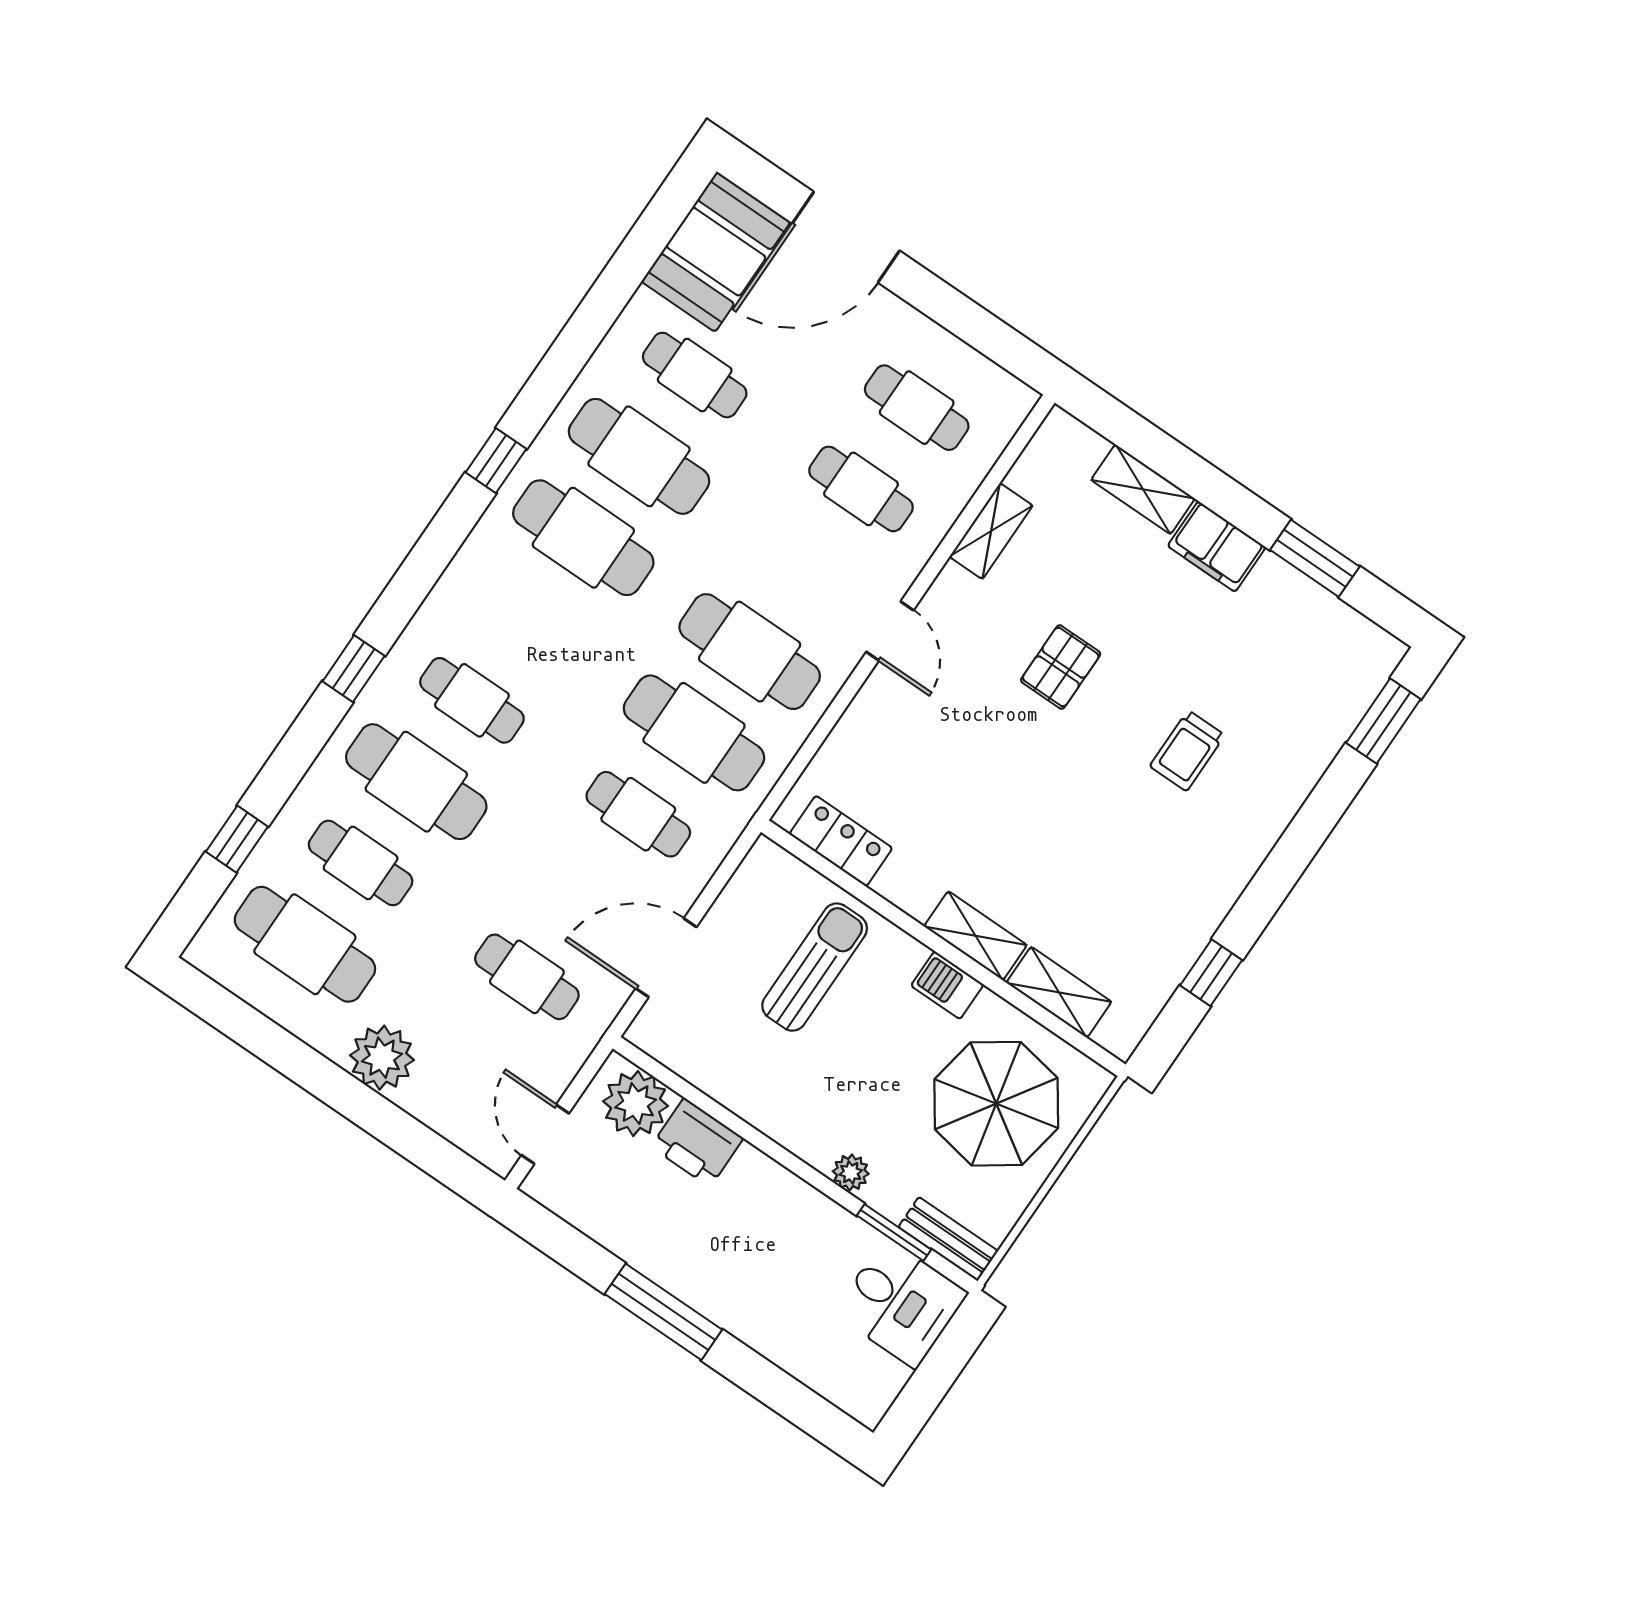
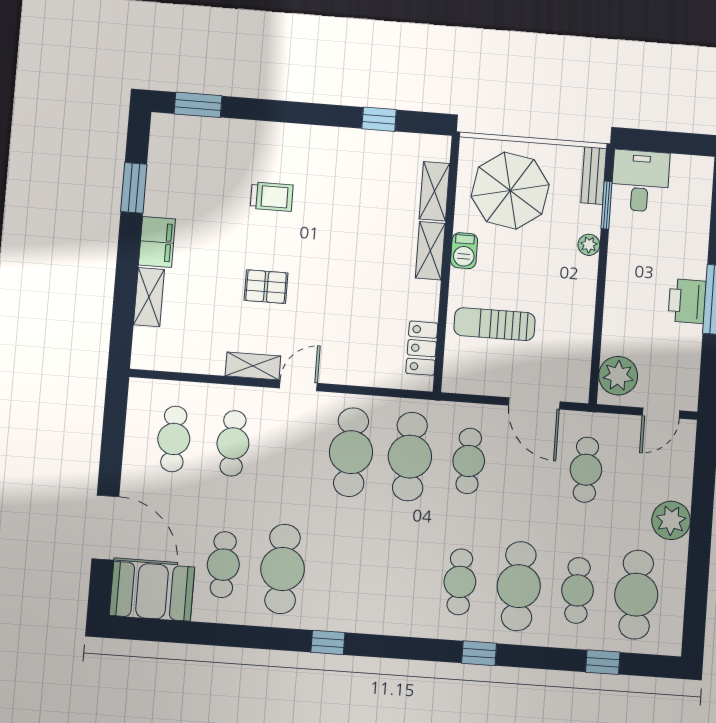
shelving: (991, 531) -> (253, 366), moved
cafe table: (583, 538) -> (342, 573), removed
printer: (697, 1142) -> (687, 301), moved, turned 180

